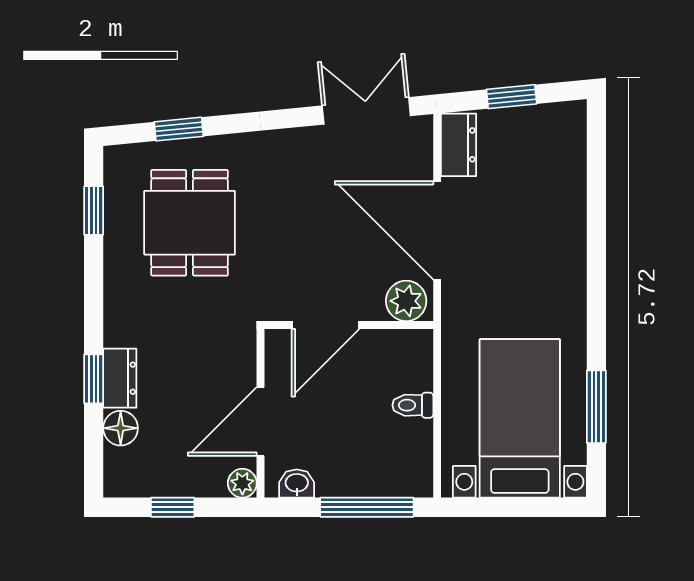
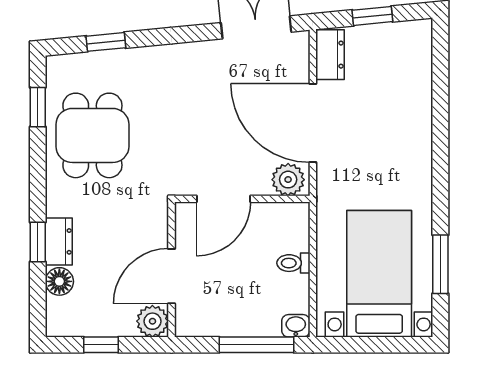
dining table: (190, 223) -> (92, 135), moved
plant: (242, 483) -> (152, 321), width x1.38, depth x1.38
washbasin: (297, 484) -> (296, 326), moved

